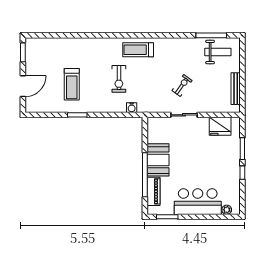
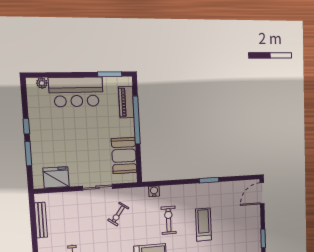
treadmill: (72, 84) -> (204, 225), moved
exercise bike: (182, 85) -> (118, 214), moved
door: (23, 86) -> (262, 193), moved
booth: (158, 160) -> (124, 156), moved

